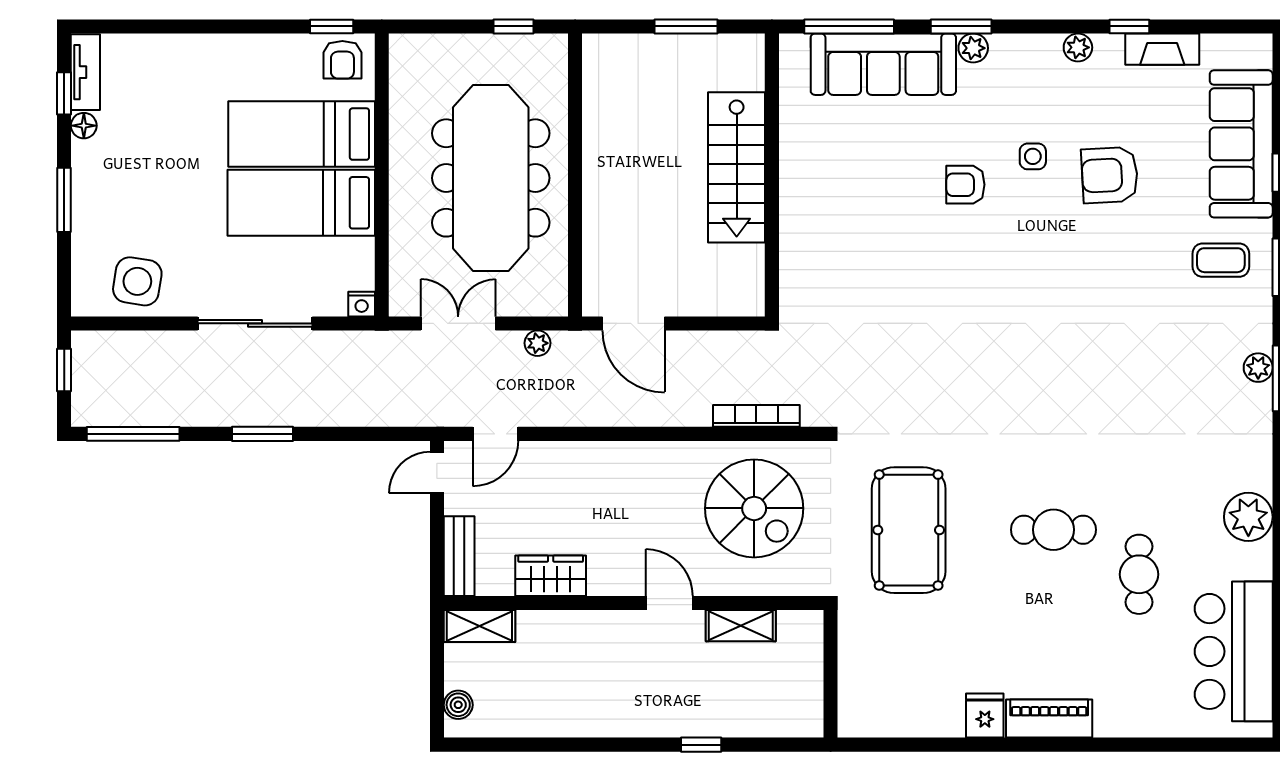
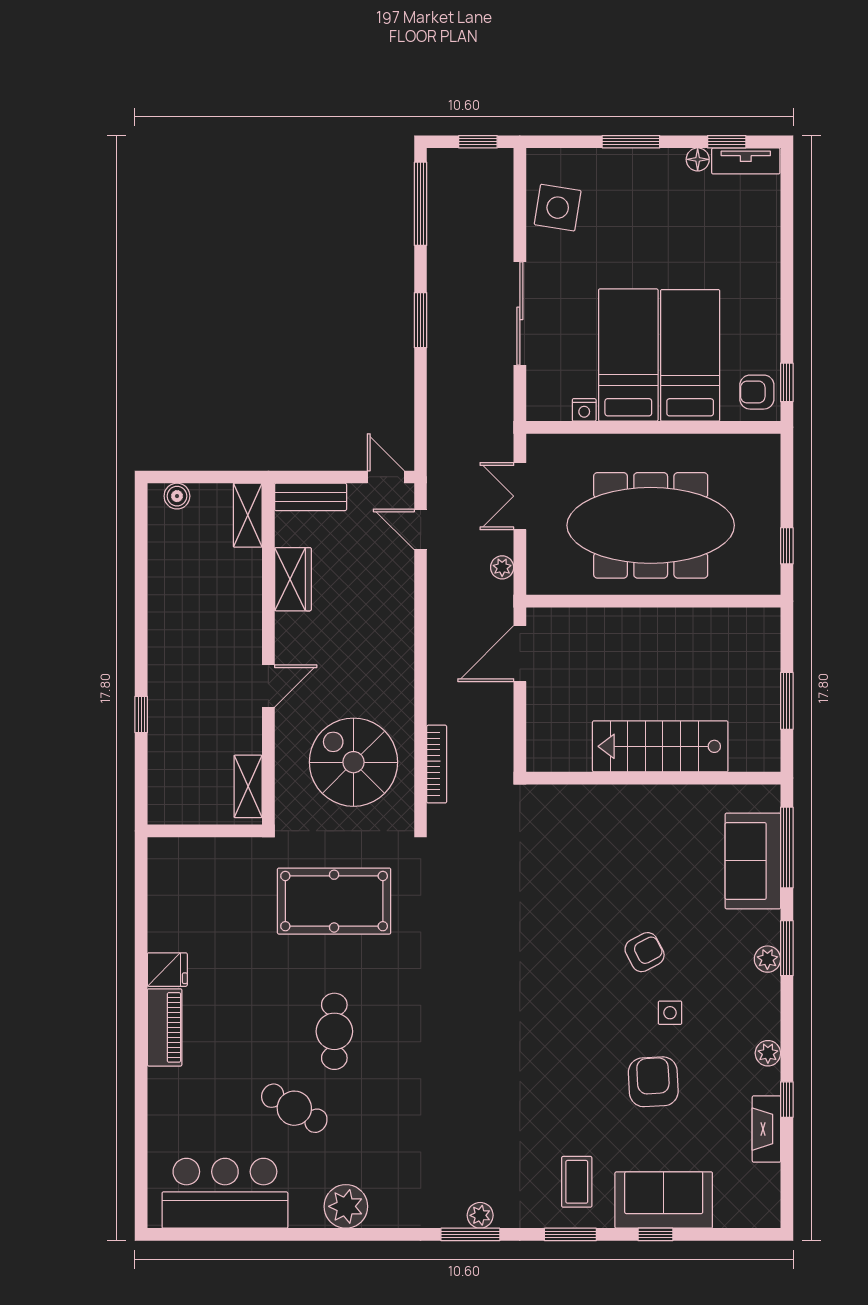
sofa: (883, 64) -> (753, 861), width x0.73
sofa: (1241, 144) -> (664, 1200), width x0.73
armchair: (965, 185) -> (645, 952), turned 62
nightstand: (362, 304) -> (584, 410), moved, turned -90
double door: (458, 323) -> (520, 496), swing flipped
spiral stairs: (754, 508) -> (353, 762), turned 90
cafe table: (1139, 574) -> (294, 1108), turned 30
shelving: (741, 626) -> (248, 786), moved

